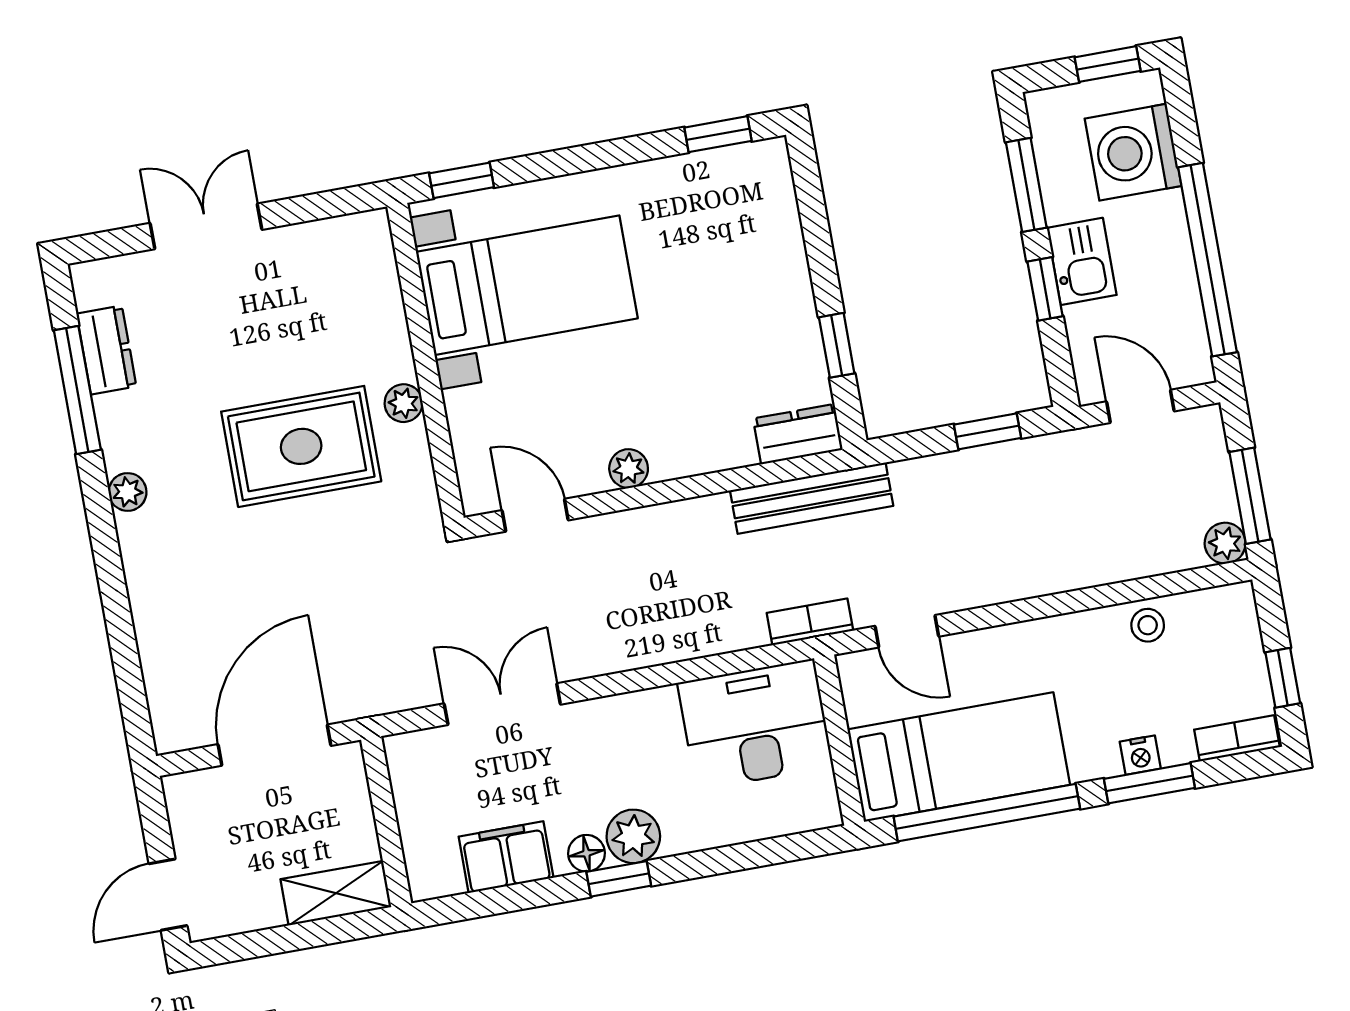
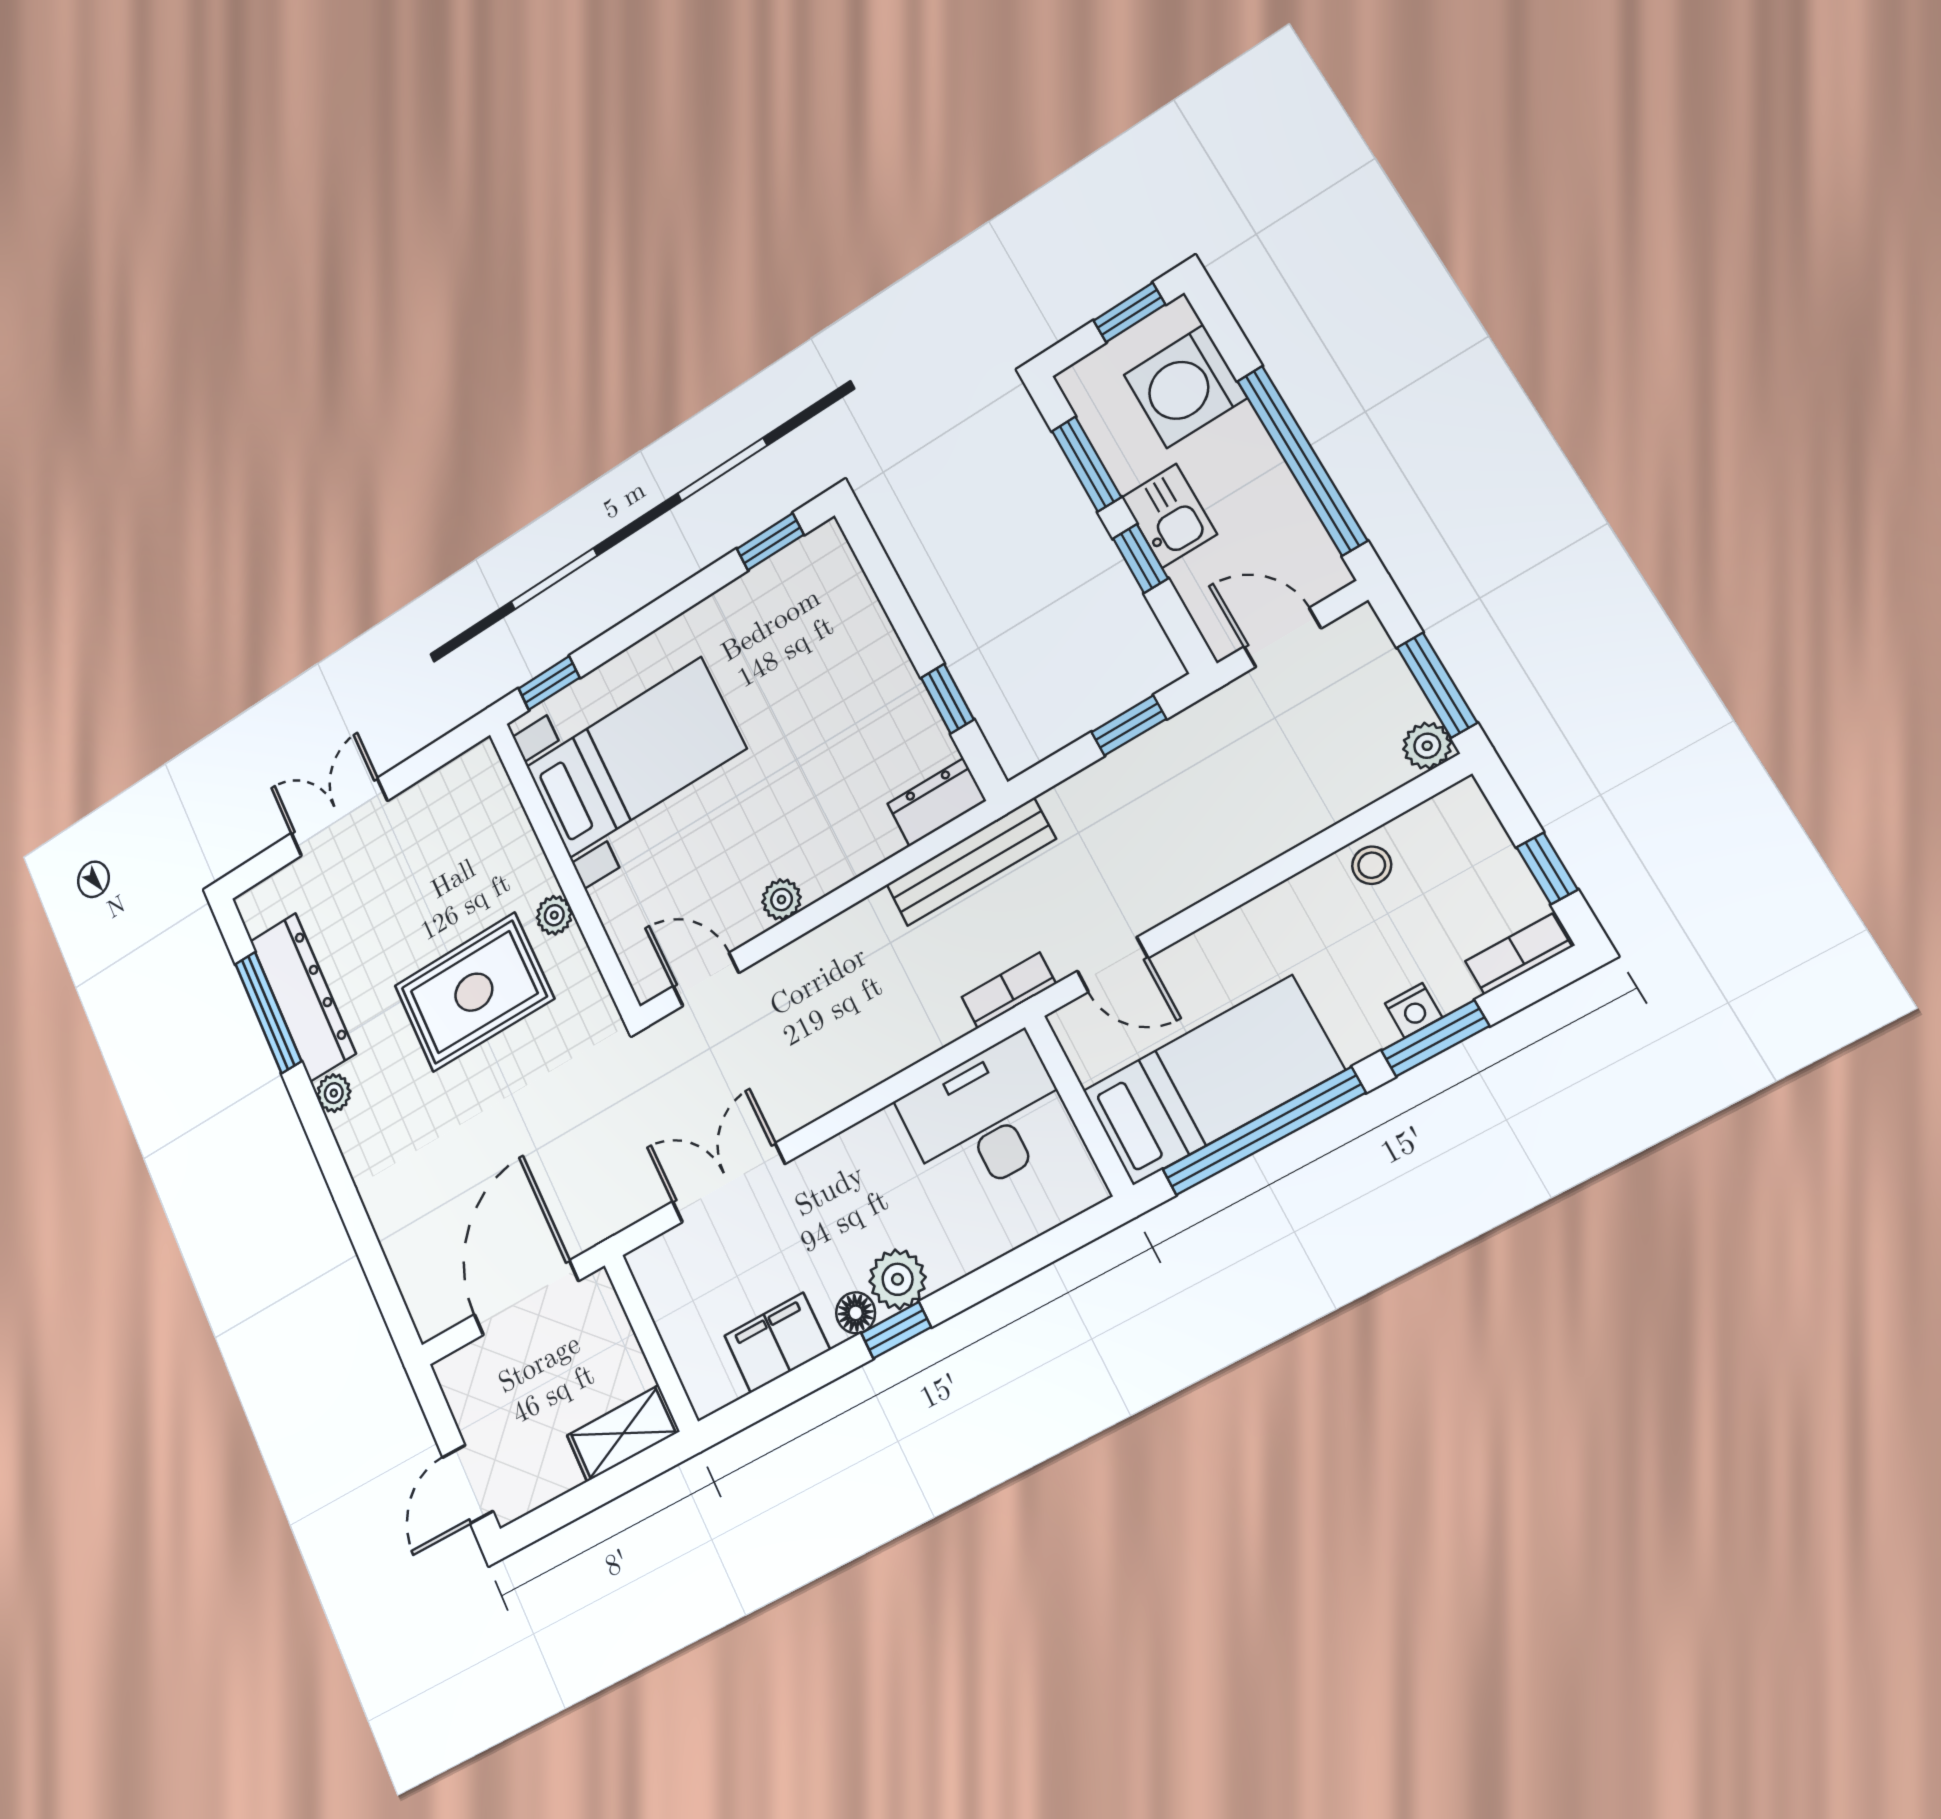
dresser: (106, 350) -> (303, 997), width x1.96, depth x1.24

